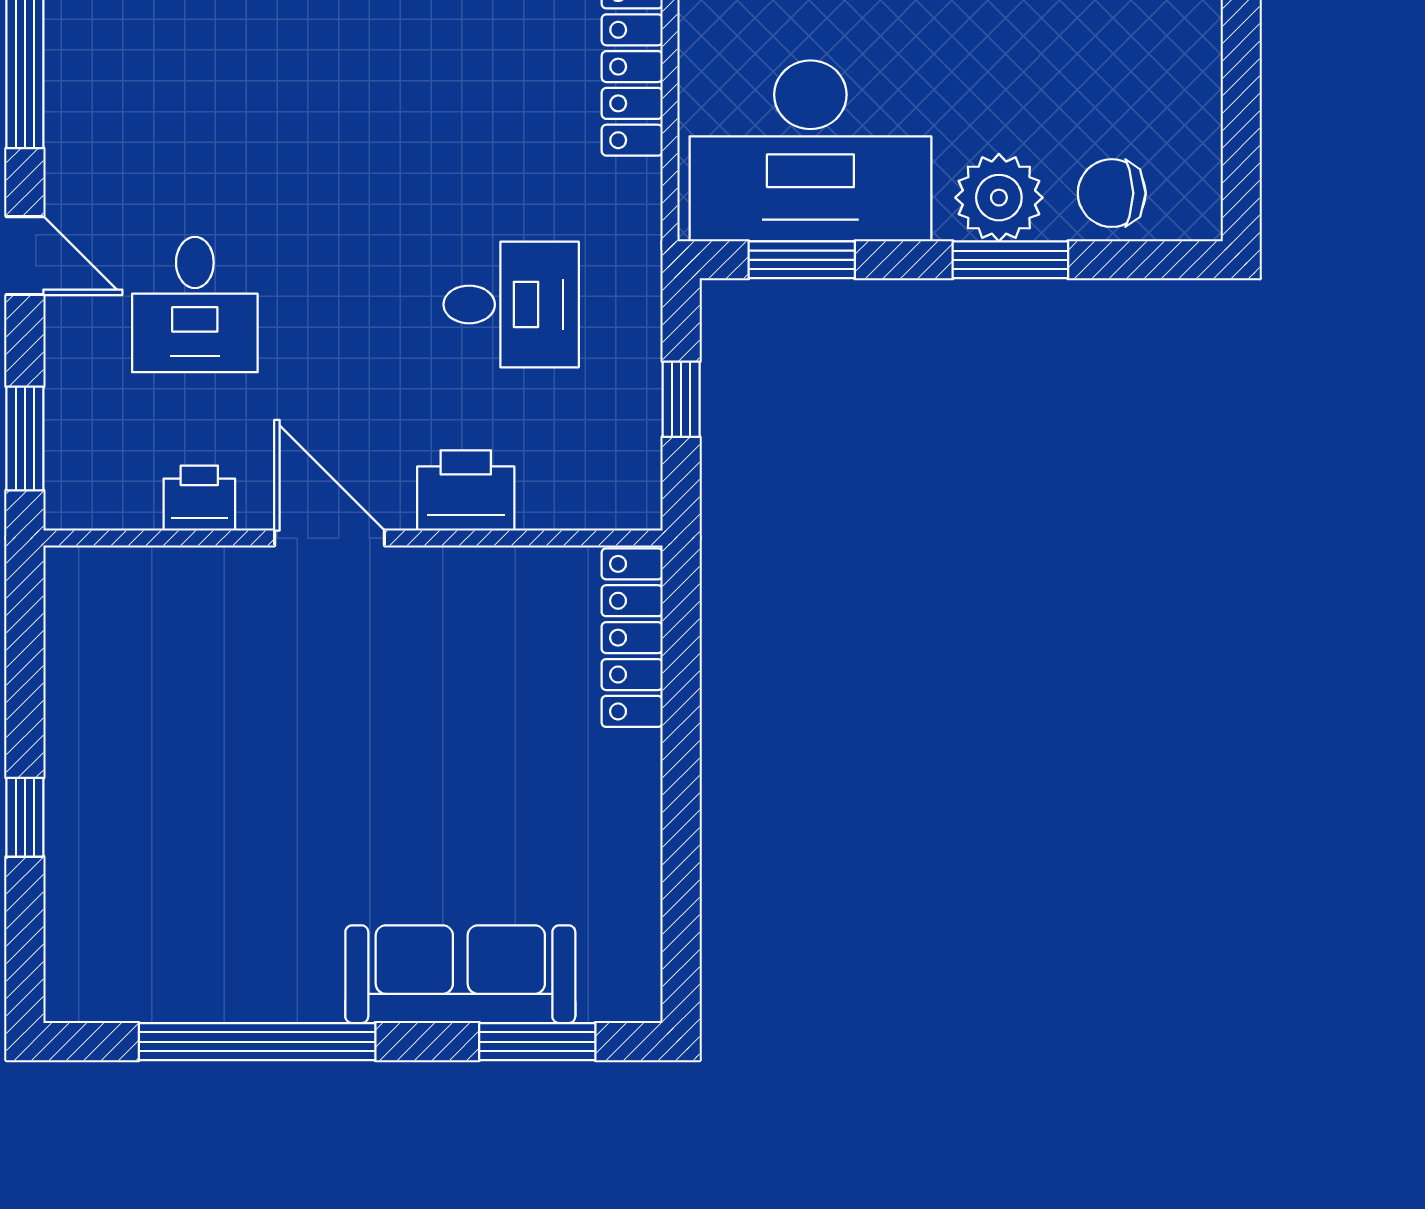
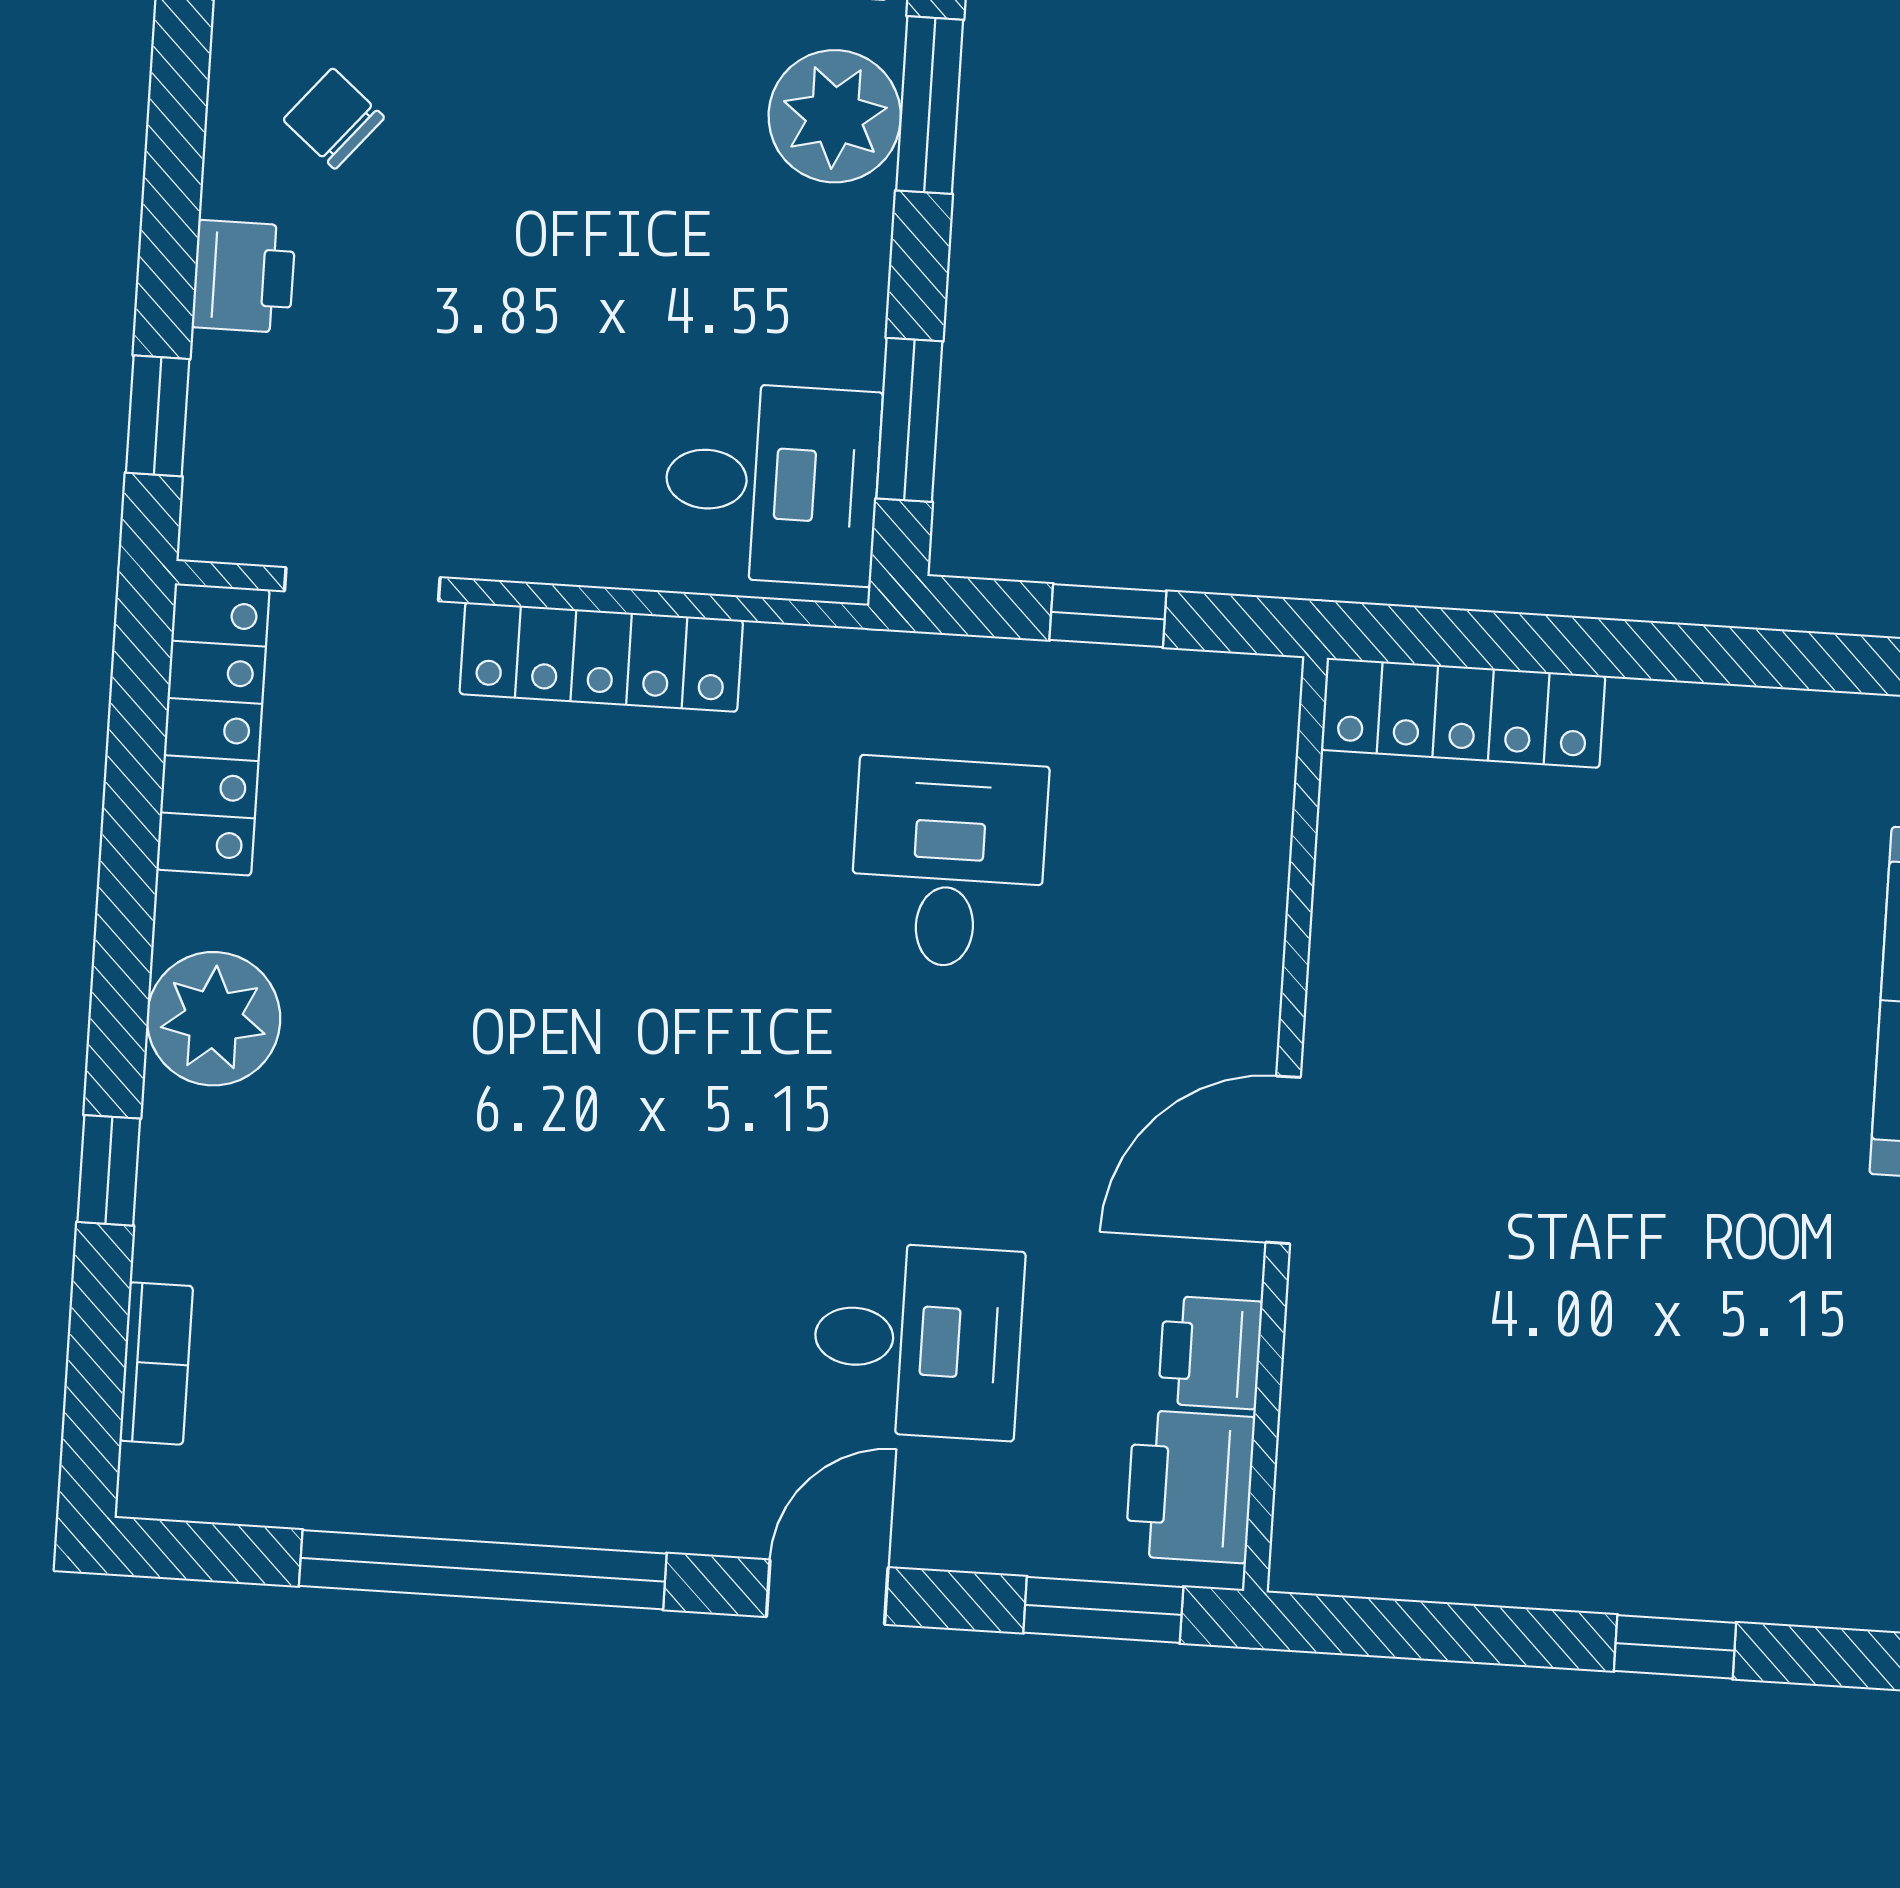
desk: (810, 151) -> (772, 483), width x0.53, depth x0.77
printer: (466, 490) -> (1190, 1486), moved

